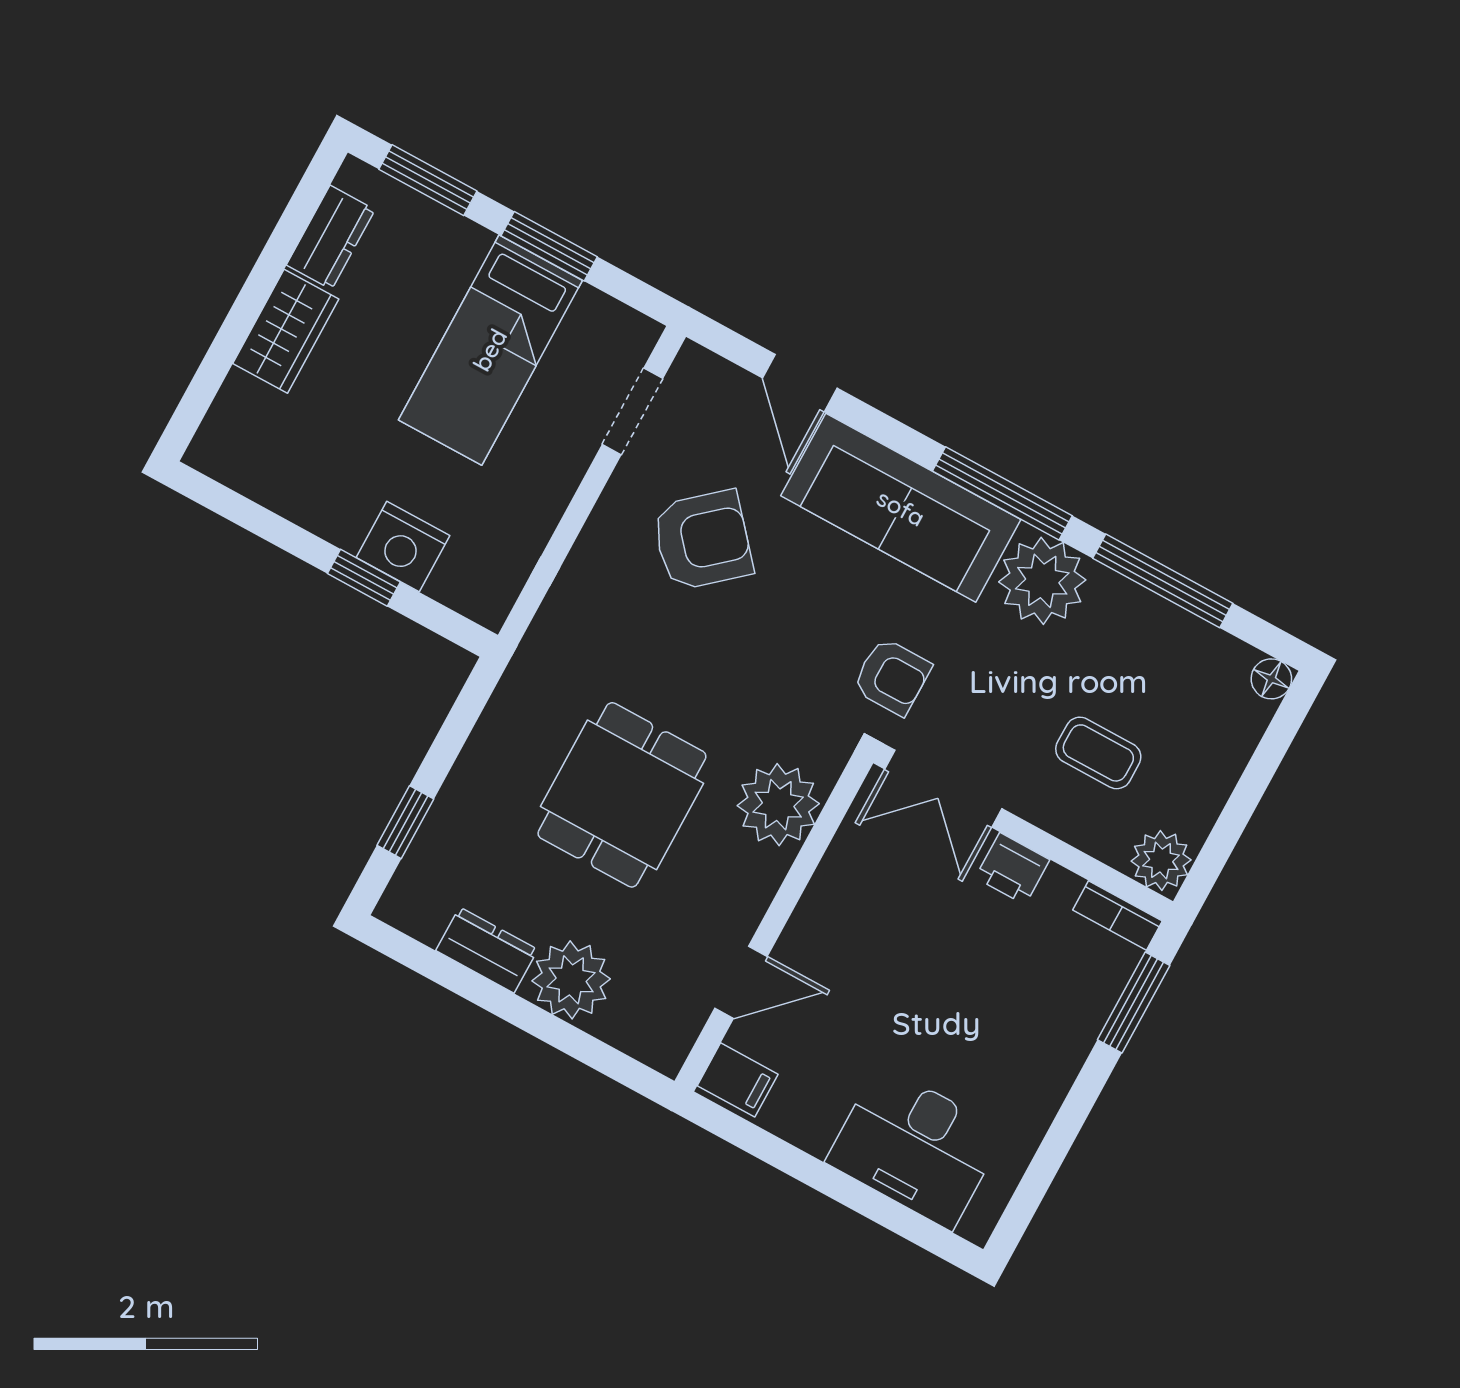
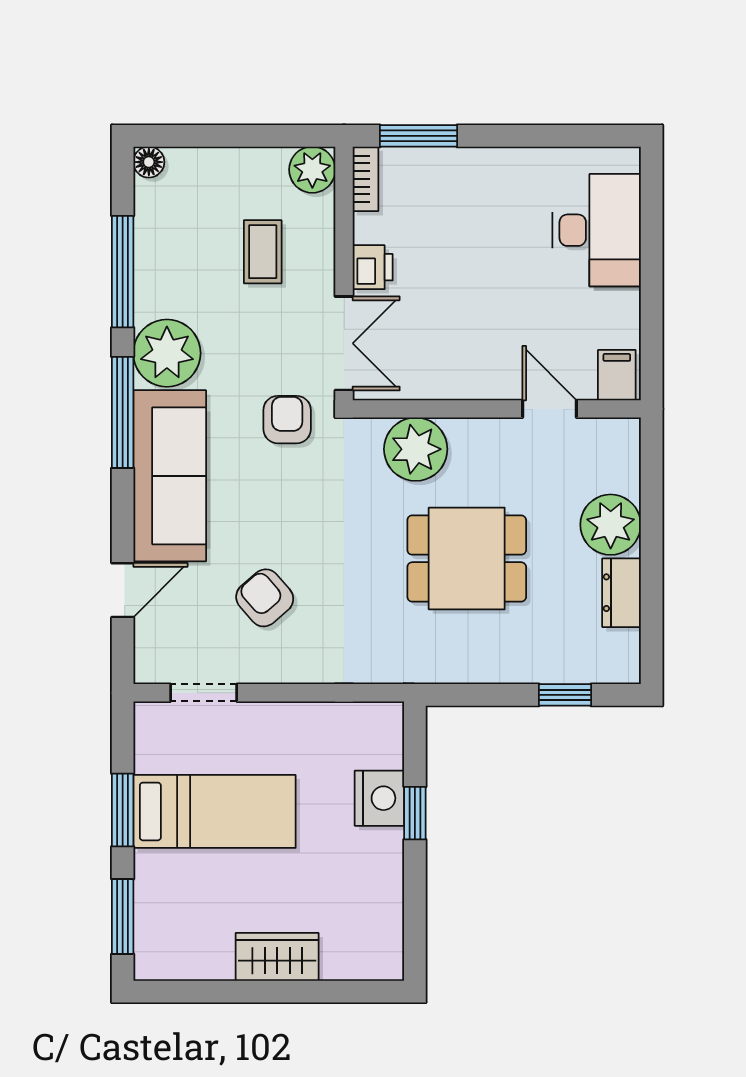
dresser: (331, 237) -> (197, 961), removed
armchair: (703, 540) -> (265, 598), width x0.72, depth x0.72

